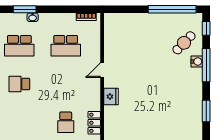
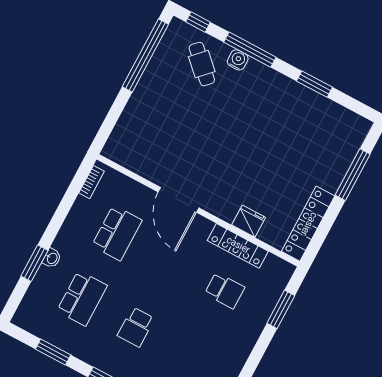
door: (102, 70) -> (179, 200), width x1.87
fridge: (111, 97) -> (249, 221), moved
locker: (94, 123) -> (238, 246), width x1.53

